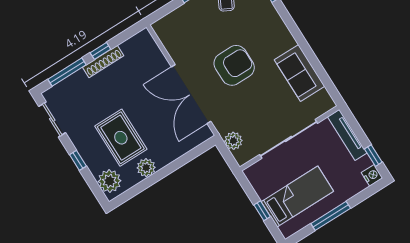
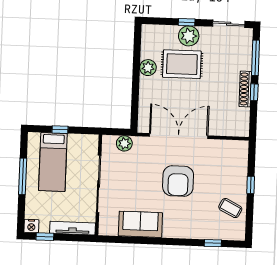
plant: (109, 181) -> (189, 36), moved

